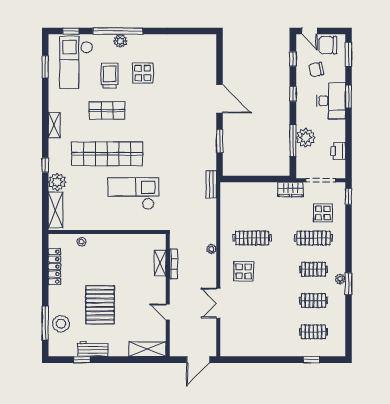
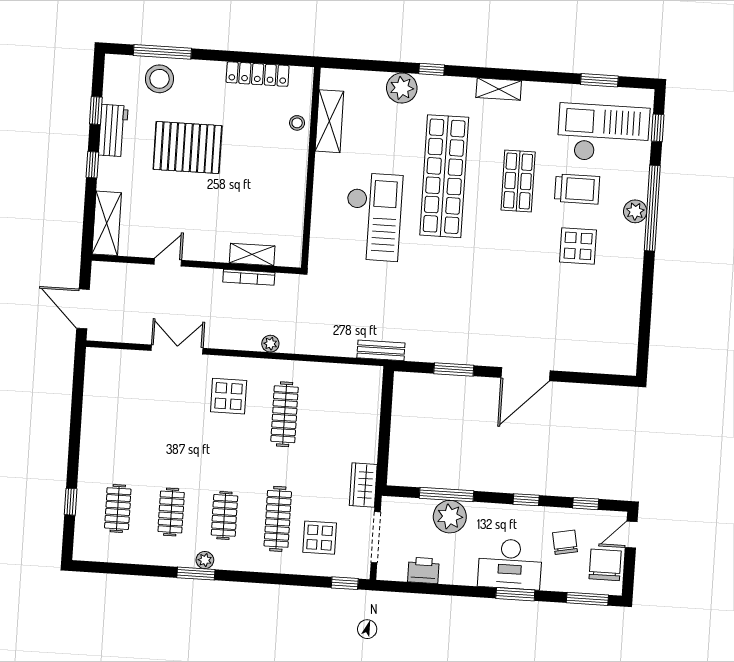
shelving: (56, 210) -> (329, 121), moved, turned 90
window: (114, 360) -> (92, 165), added

